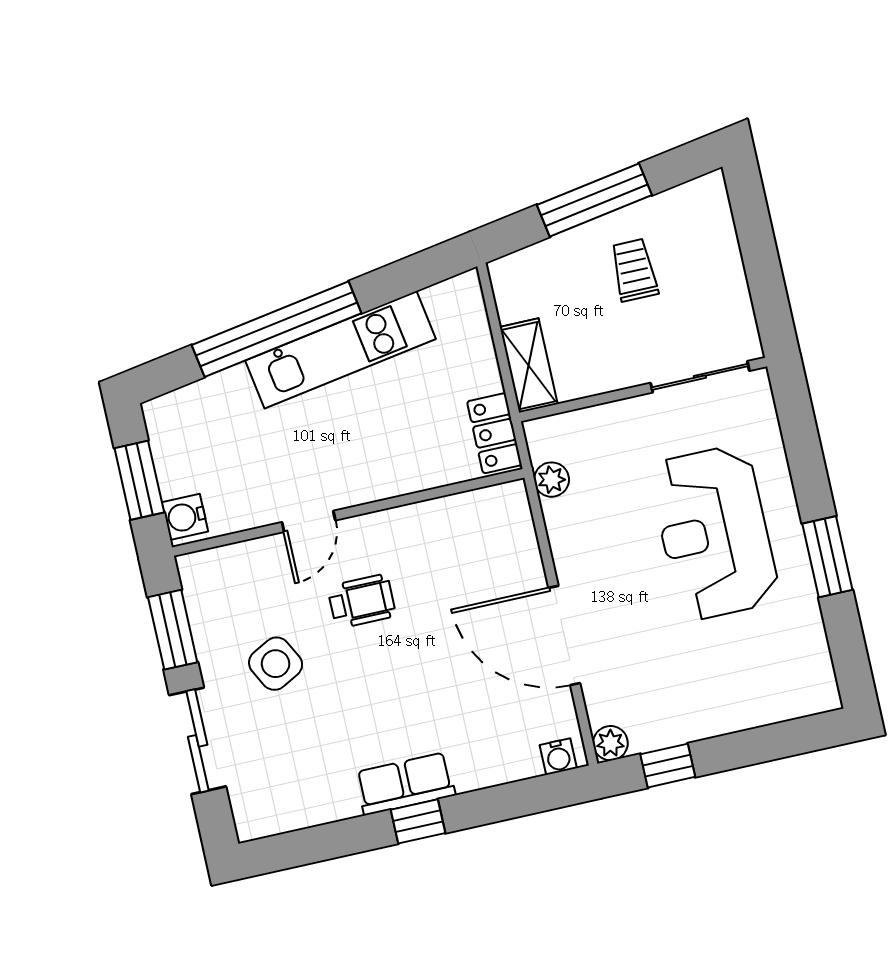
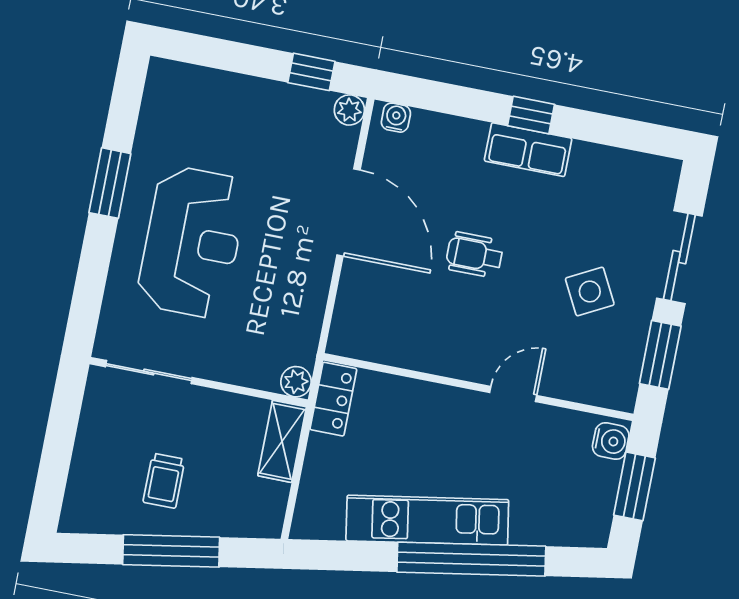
plant: (552, 480) -> (296, 382), moved
wheelchair: (362, 601) -> (474, 255), moved

